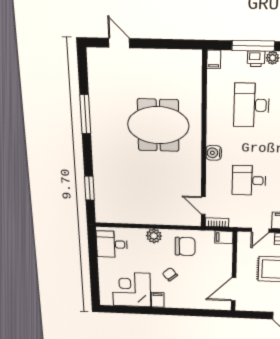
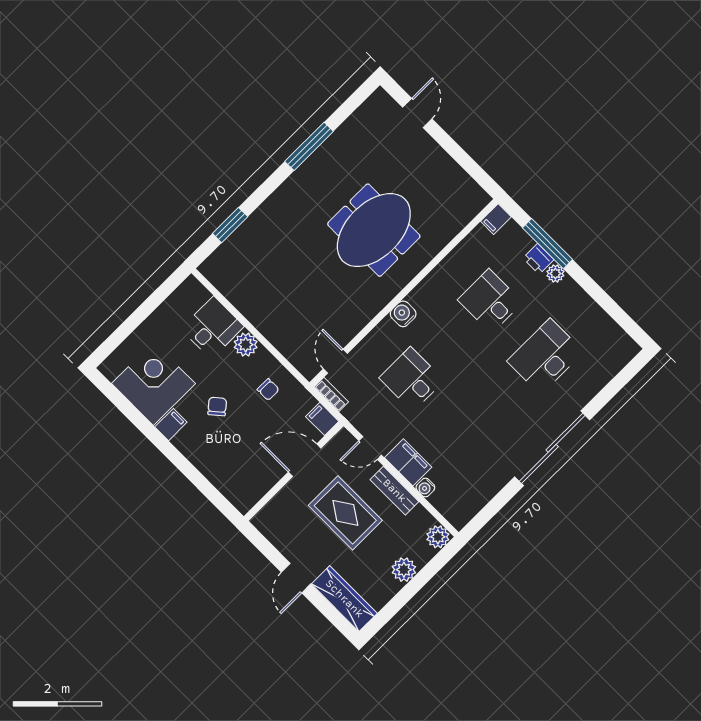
desk: (251, 105) -> (490, 301), width x0.73
meeting table: (158, 125) -> (374, 230), turned 90
desk: (112, 244) -> (212, 328), moved, turned 90
chair: (185, 246) -> (268, 390), width x0.54, depth x0.54
door: (234, 289) -> (305, 460), moved

